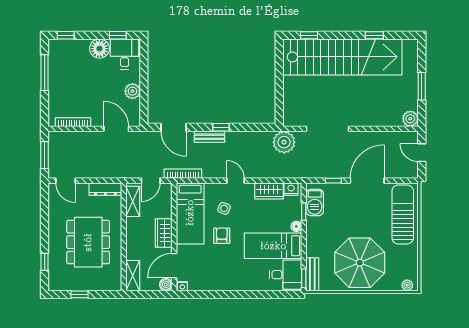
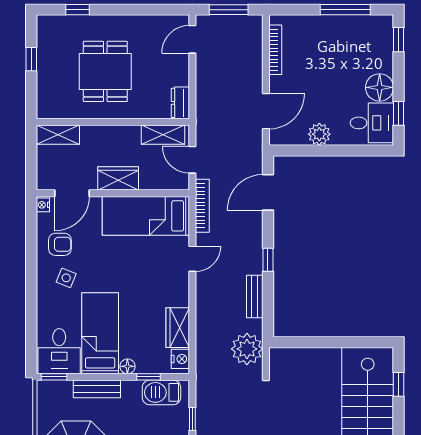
bench: (209, 137) -> (255, 297), moved
door: (235, 181) -> (192, 259), moved
dresser: (105, 189) -> (180, 103), width x0.70
side table: (224, 208) -> (66, 278), moved
armchair: (222, 236) -> (60, 244), moved
dining table: (88, 242) -> (105, 71), width x0.73
door: (174, 266) -> (72, 193), swing flipped
bench: (312, 274) -> (97, 389), moved
boiler: (166, 285) -> (45, 181), removed

